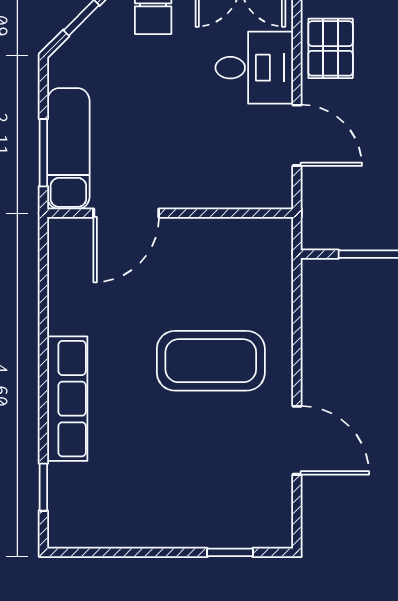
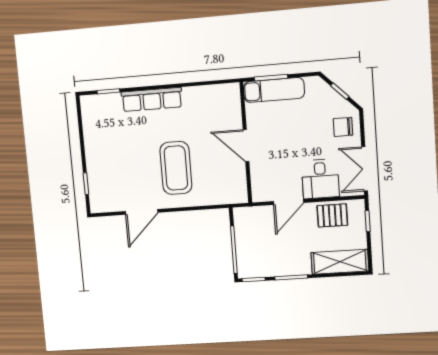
door: (126, 213) -> (246, 146), moved

